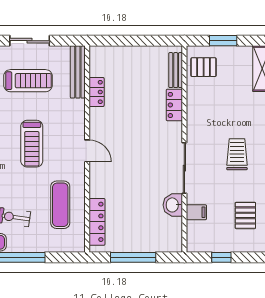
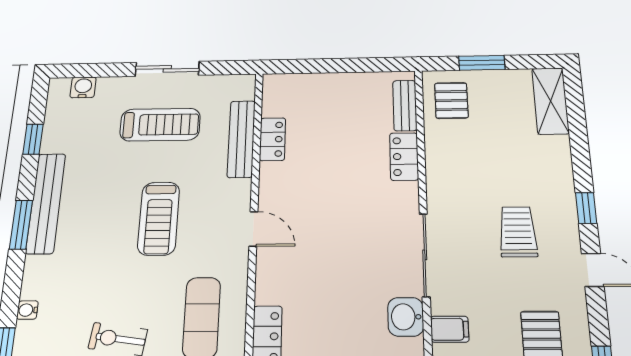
pallet: (204, 67) -> (451, 101), turned 90
bench: (78, 72) -> (241, 139), moved

